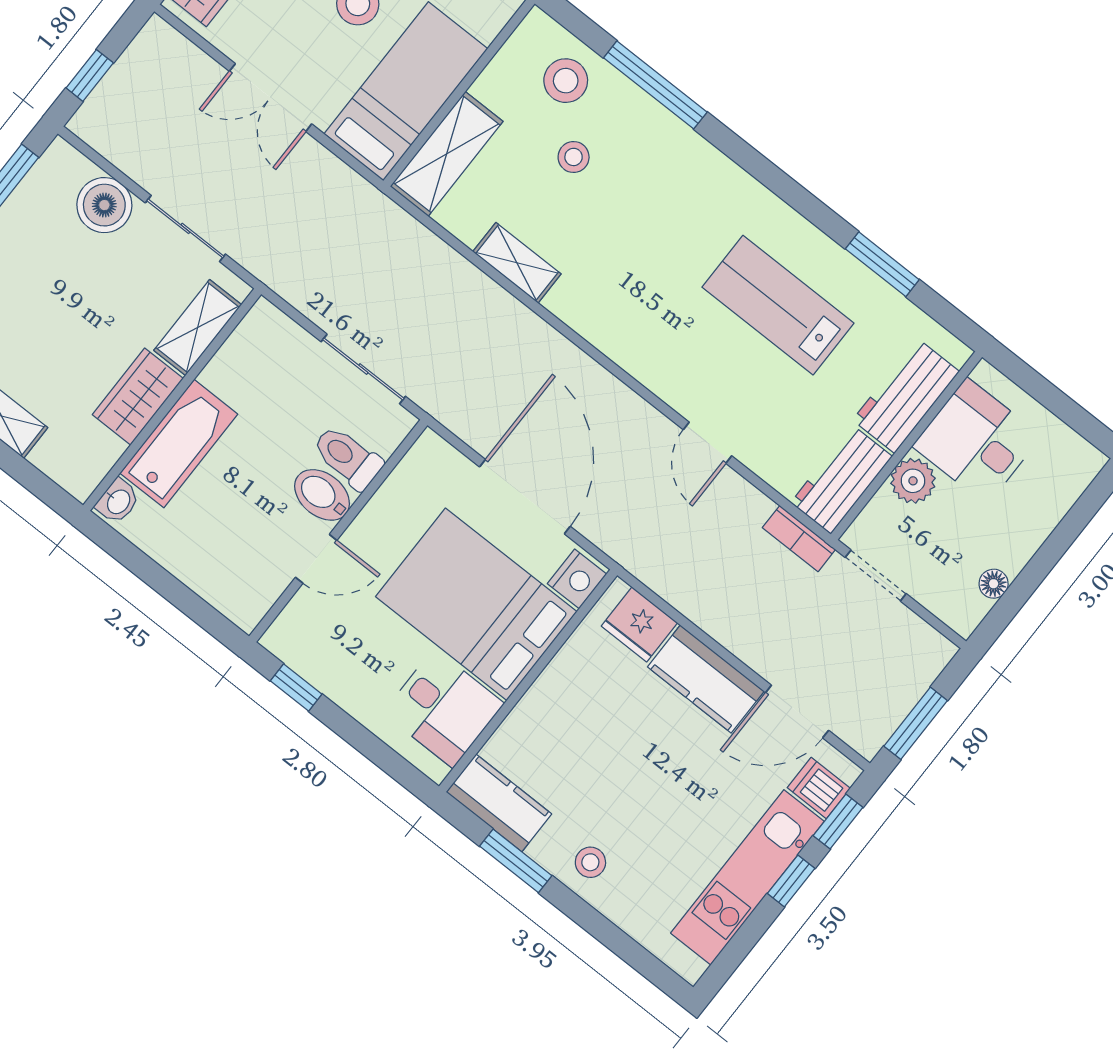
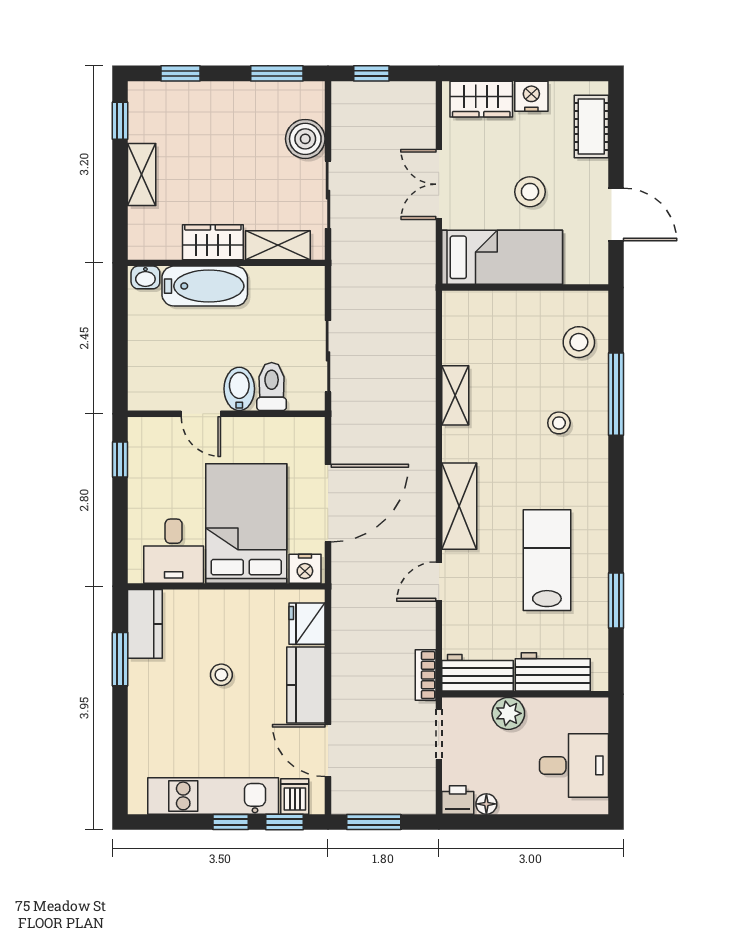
shelving: (447, 154) -> (459, 506), moved, turned 90
stool: (574, 157) -> (559, 423), moved
desk: (977, 441) -> (574, 765), moved, turned 90
printer: (964, 612) -> (458, 800), added
stool: (590, 862) -> (221, 675), moved

